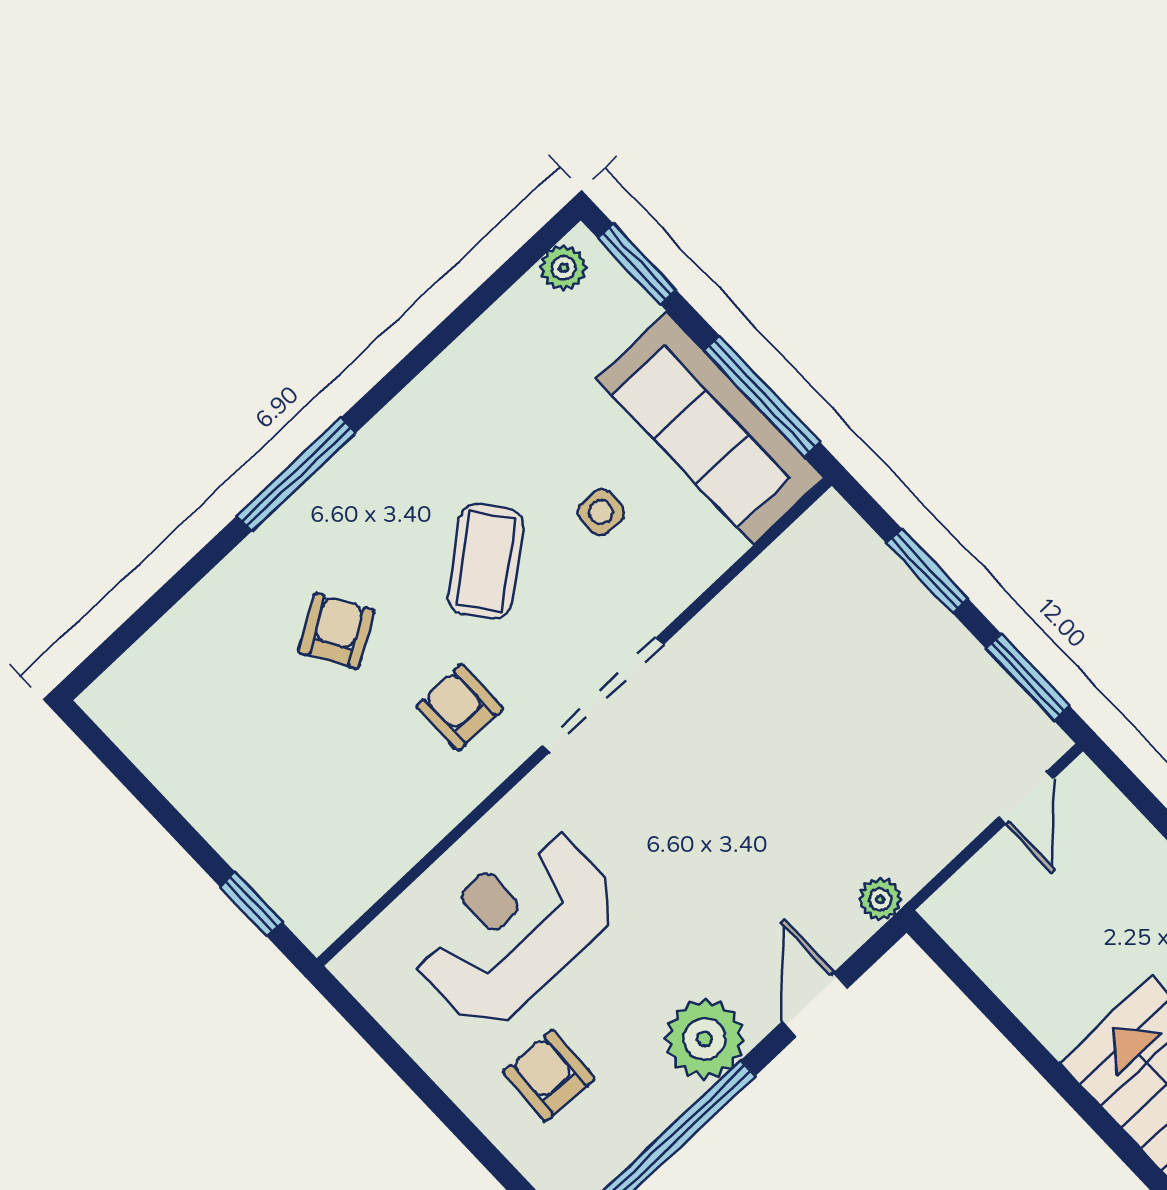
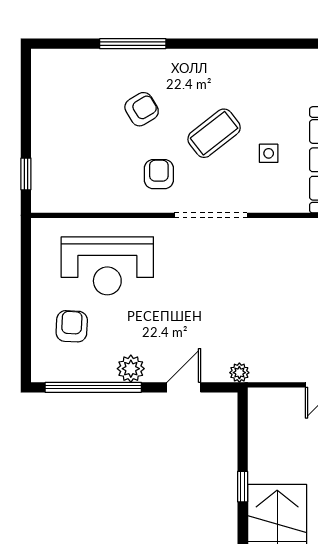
window: (296, 474) -> (133, 44), moved
reception desk: (515, 928) -> (107, 266), turned 180
plant: (705, 1039) -> (131, 369), width x0.73, depth x0.73
window: (1055, 1073) -> (243, 487), added

